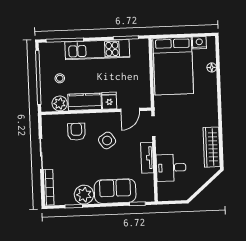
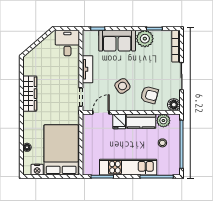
floor lamp: (49, 122) -> (174, 105), added
armchair: (76, 132) -> (149, 95), turned -75
wardrobe: (212, 147) -> (30, 94), moved
desk: (171, 168) -> (67, 43), moved, turned -90

